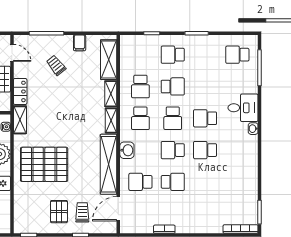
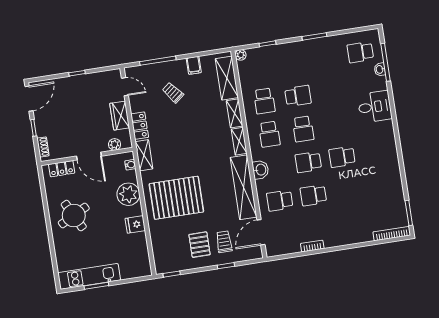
plant: (125, 40) -> (241, 55), added
school desk: (173, 55) -> (293, 63), removed
school desk: (205, 118) -> (337, 124), removed
washbasin: (253, 129) -> (380, 69), moved
school desk: (173, 182) -> (313, 195), turned 180

